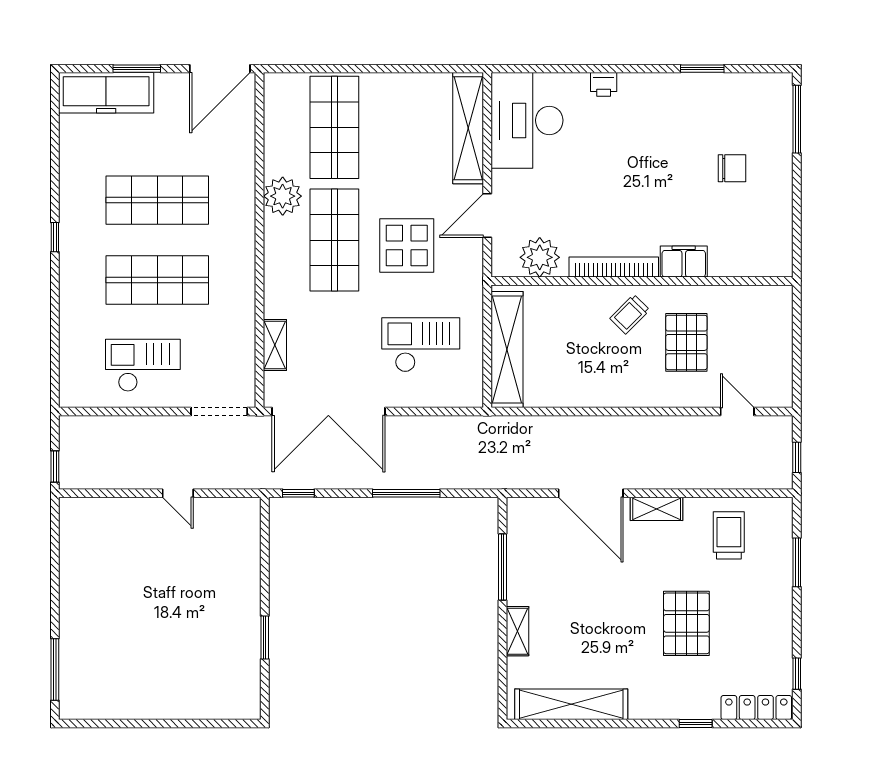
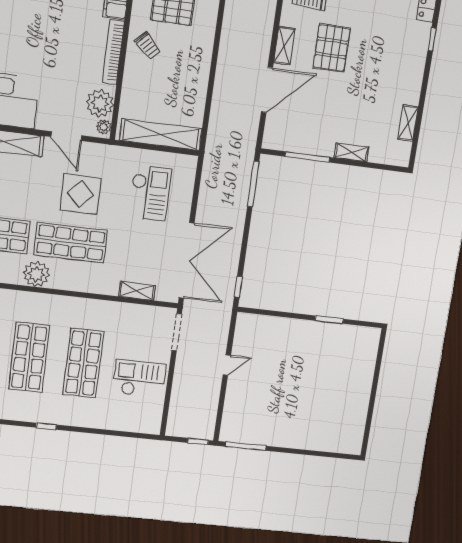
plant: (507, 267) -> (104, 127), added
checkout: (421, 345) -> (150, 193), turned 180
checkout: (143, 365) -> (139, 379), turned 90
window: (406, 493) -> (253, 184), moved
pallet: (686, 623) -> (332, 48), moved, turned 90
window: (55, 670) -> (246, 446), moved
shelving: (571, 704) -> (408, 123), width x0.45, depth x0.75

